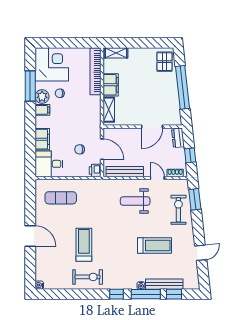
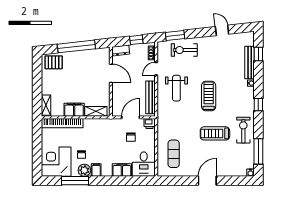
treadmill: (154, 245) -> (209, 96), moved
window: (146, 294) -> (258, 151), moved

